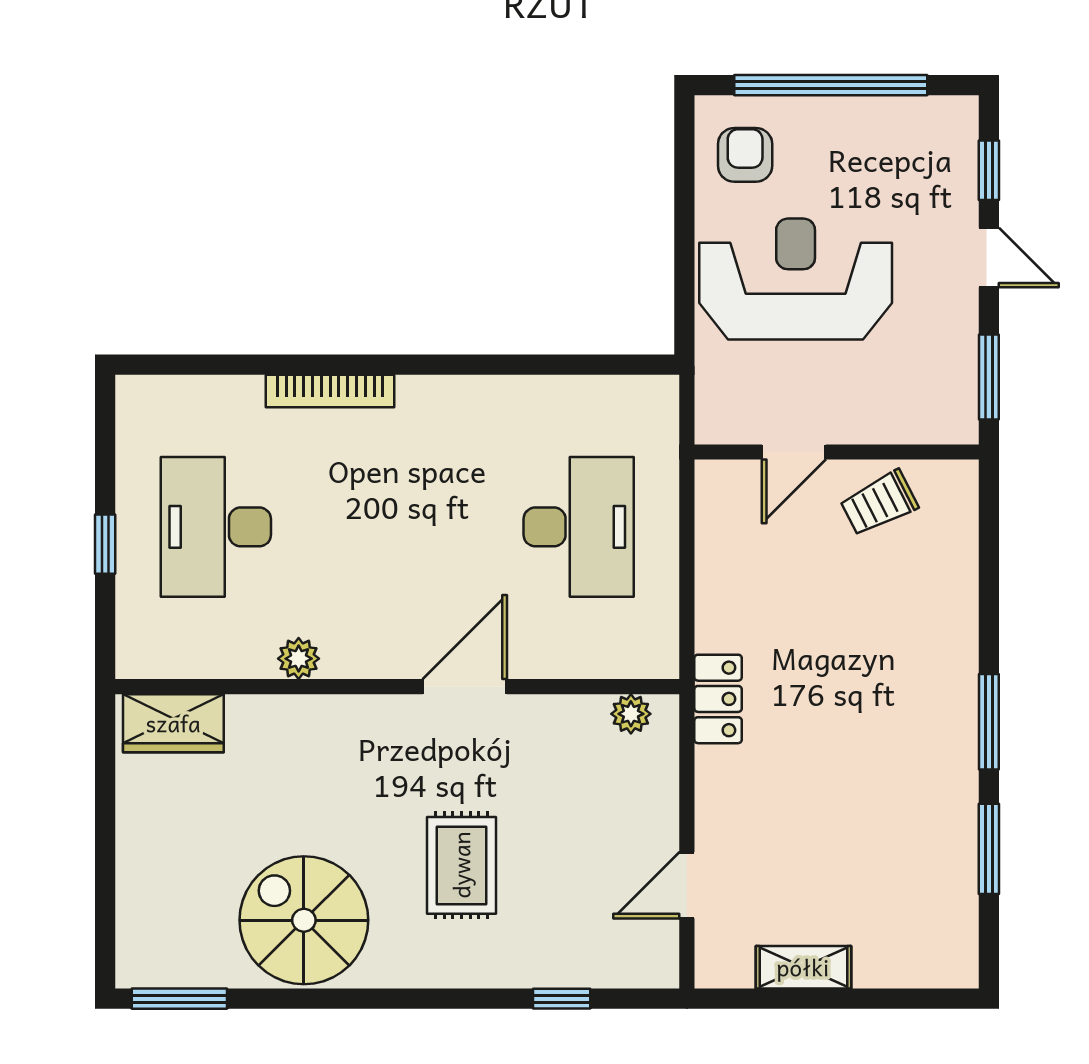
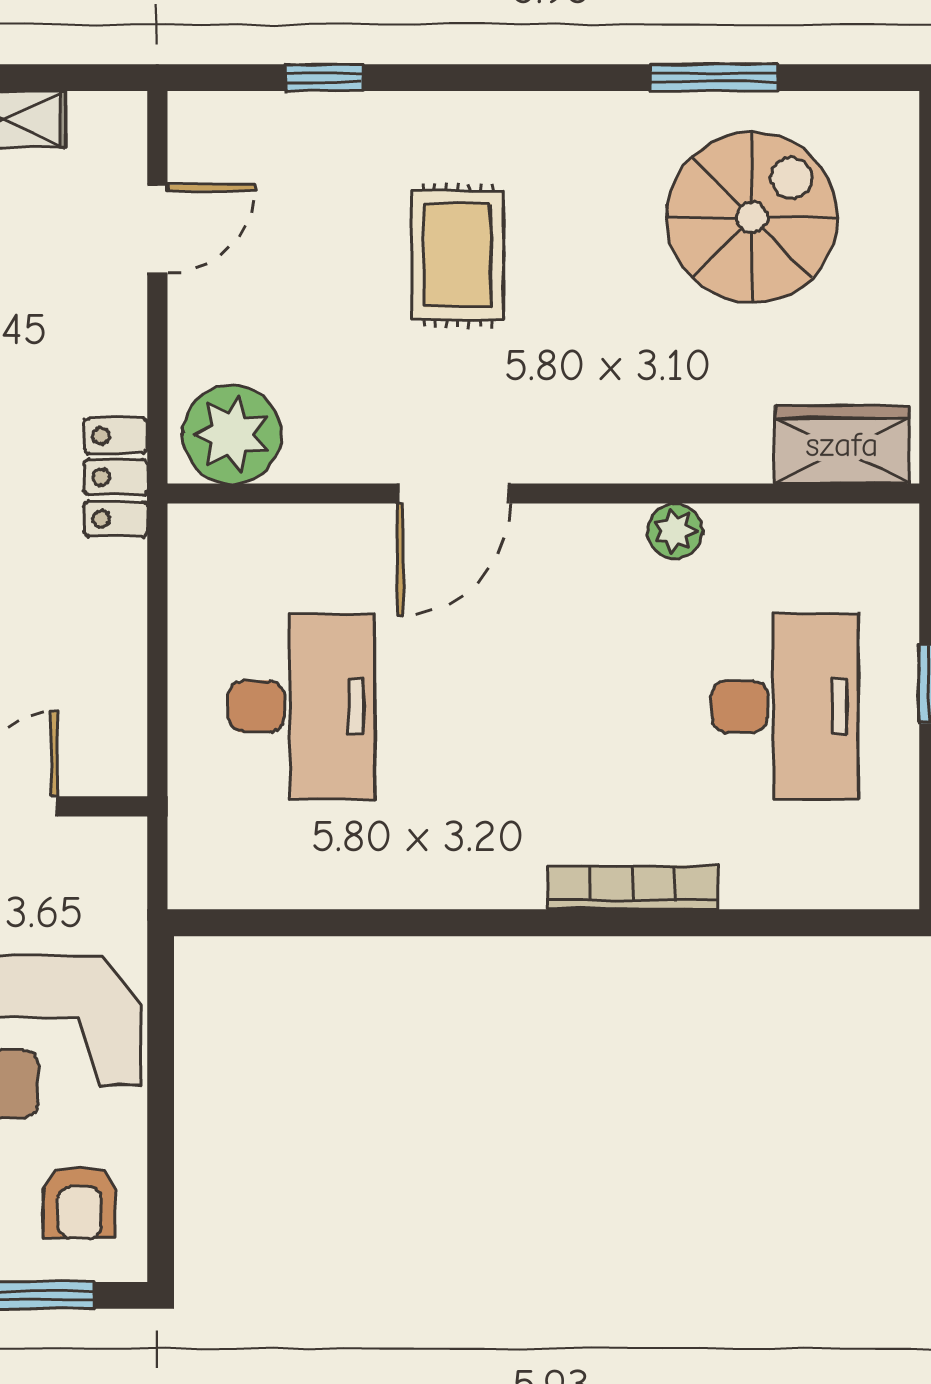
desk: (579, 527) -> (302, 706), turned 180
plant: (631, 714) -> (232, 434), width x1.87, depth x1.87
spiral stairs: (304, 920) -> (752, 217), moved, turned -90
window: (179, 999) -> (714, 78), moved

